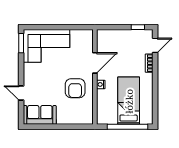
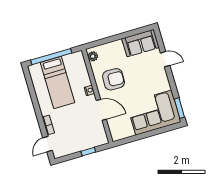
window: (138, 27) -> (88, 152), moved
door: (95, 63) -> (101, 110), swing flipped
armchair: (75, 88) -> (114, 79), turned 92
plant: (88, 116) -> (93, 56), added

